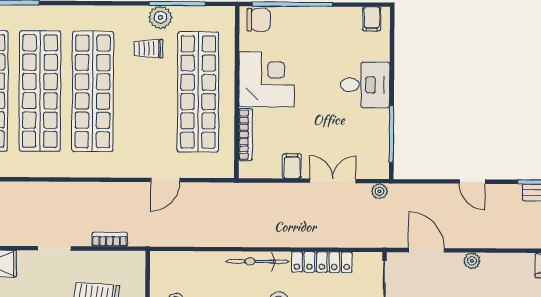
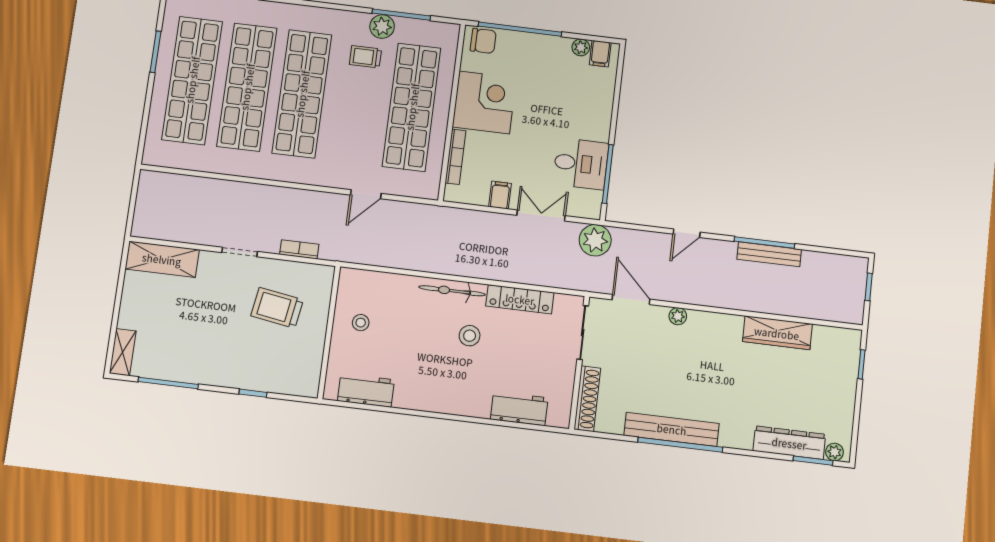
plant: (353, 15) -> (581, 47), added
desk: (365, 85) -> (581, 164), moved
door: (472, 182) -> (687, 233), hinge flipped
plant: (379, 191) -> (595, 240), width x1.87, depth x1.87

